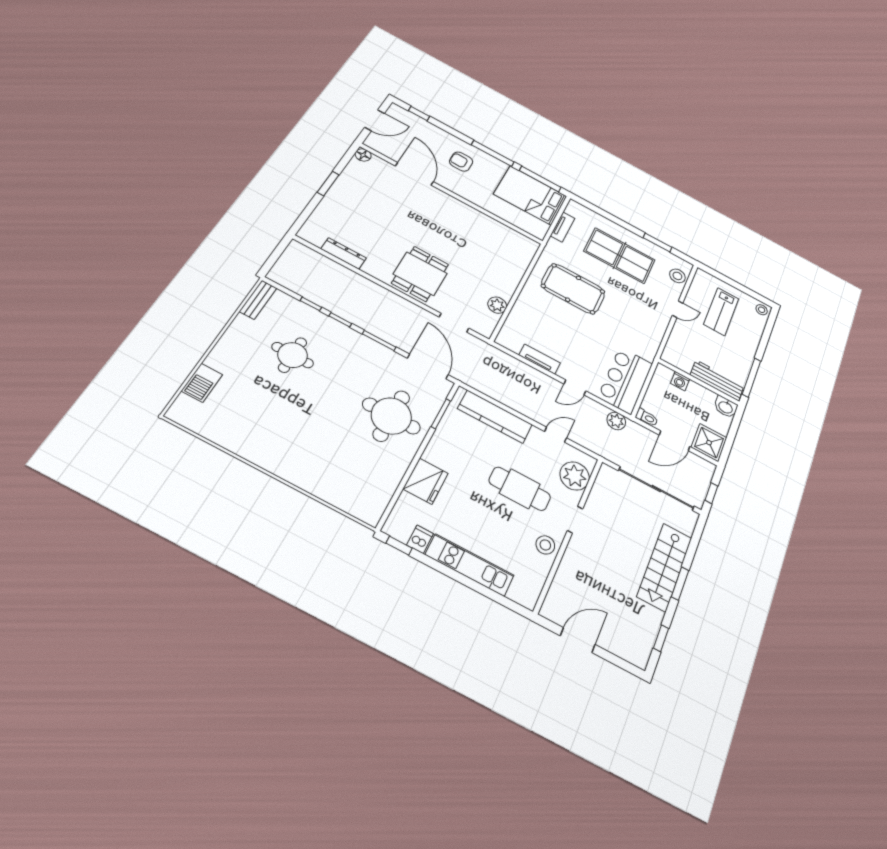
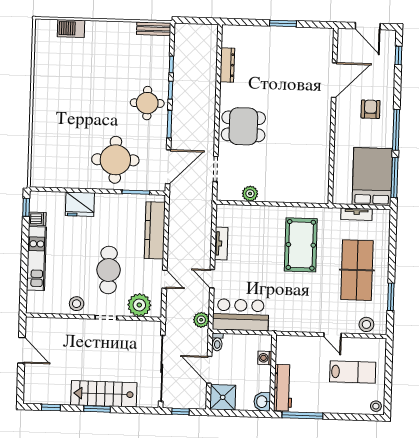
floor lamp: (363, 155) -> (327, 34), removed
lab bench: (721, 311) -> (353, 372), turned 180
round table: (293, 355) -> (147, 103), moved

